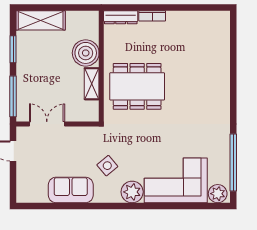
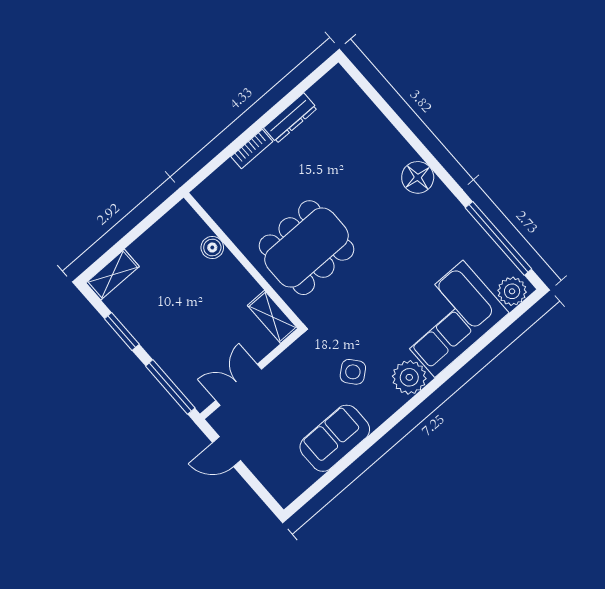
dresser: (121, 17) -> (290, 118), moved
shelving: (41, 20) -> (113, 275), width x0.67, depth x0.75
boiler: (86, 53) -> (212, 248), width x0.54, depth x0.54
shelving: (92, 84) -> (273, 317), moved
floor lamp: (220, 99) -> (418, 177), added

